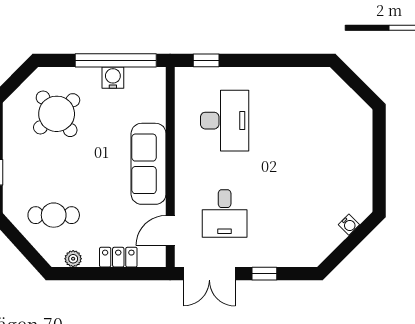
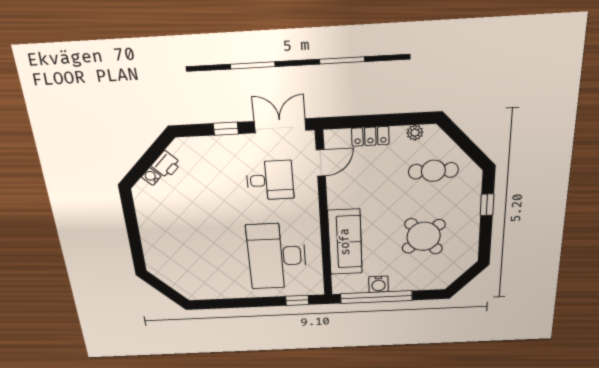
round table: (57, 114) -> (424, 236), moved
desk: (225, 121) -> (277, 256), width x1.36, depth x1.30
sofa: (149, 164) -> (345, 242), moved
desk: (225, 213) -> (270, 180), turned 90
printer: (331, 237) -> (166, 165), added

